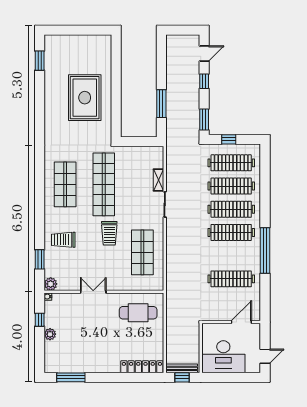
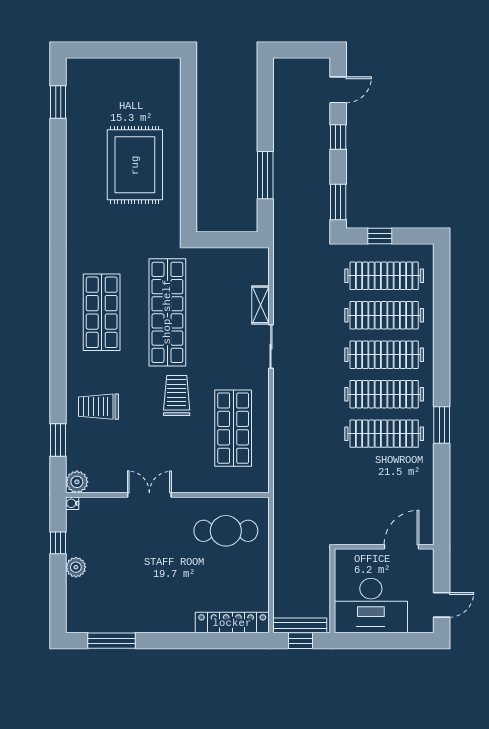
trolley: (109, 233) -> (177, 396), turned 180
window: (265, 251) -> (442, 425), width x0.47
clothes rail: (231, 279) -> (384, 434), moved

